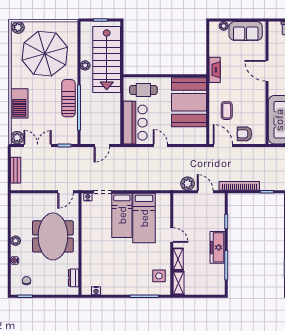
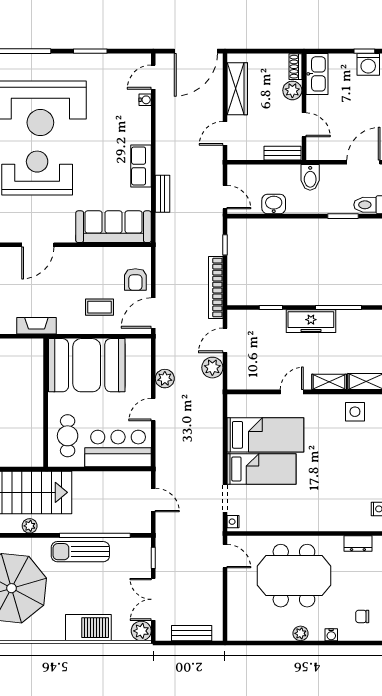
plant: (180, 153) -> (165, 379), added

